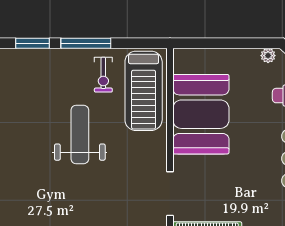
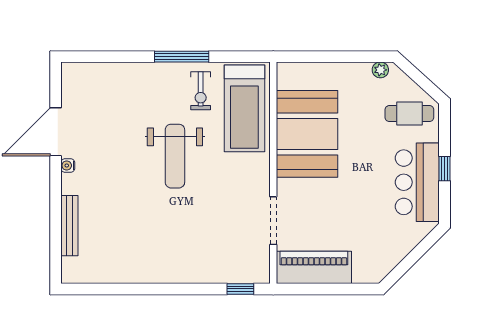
window: (32, 43) -> (123, 57), removed
weight bench: (80, 134) -> (175, 156), turned 180

